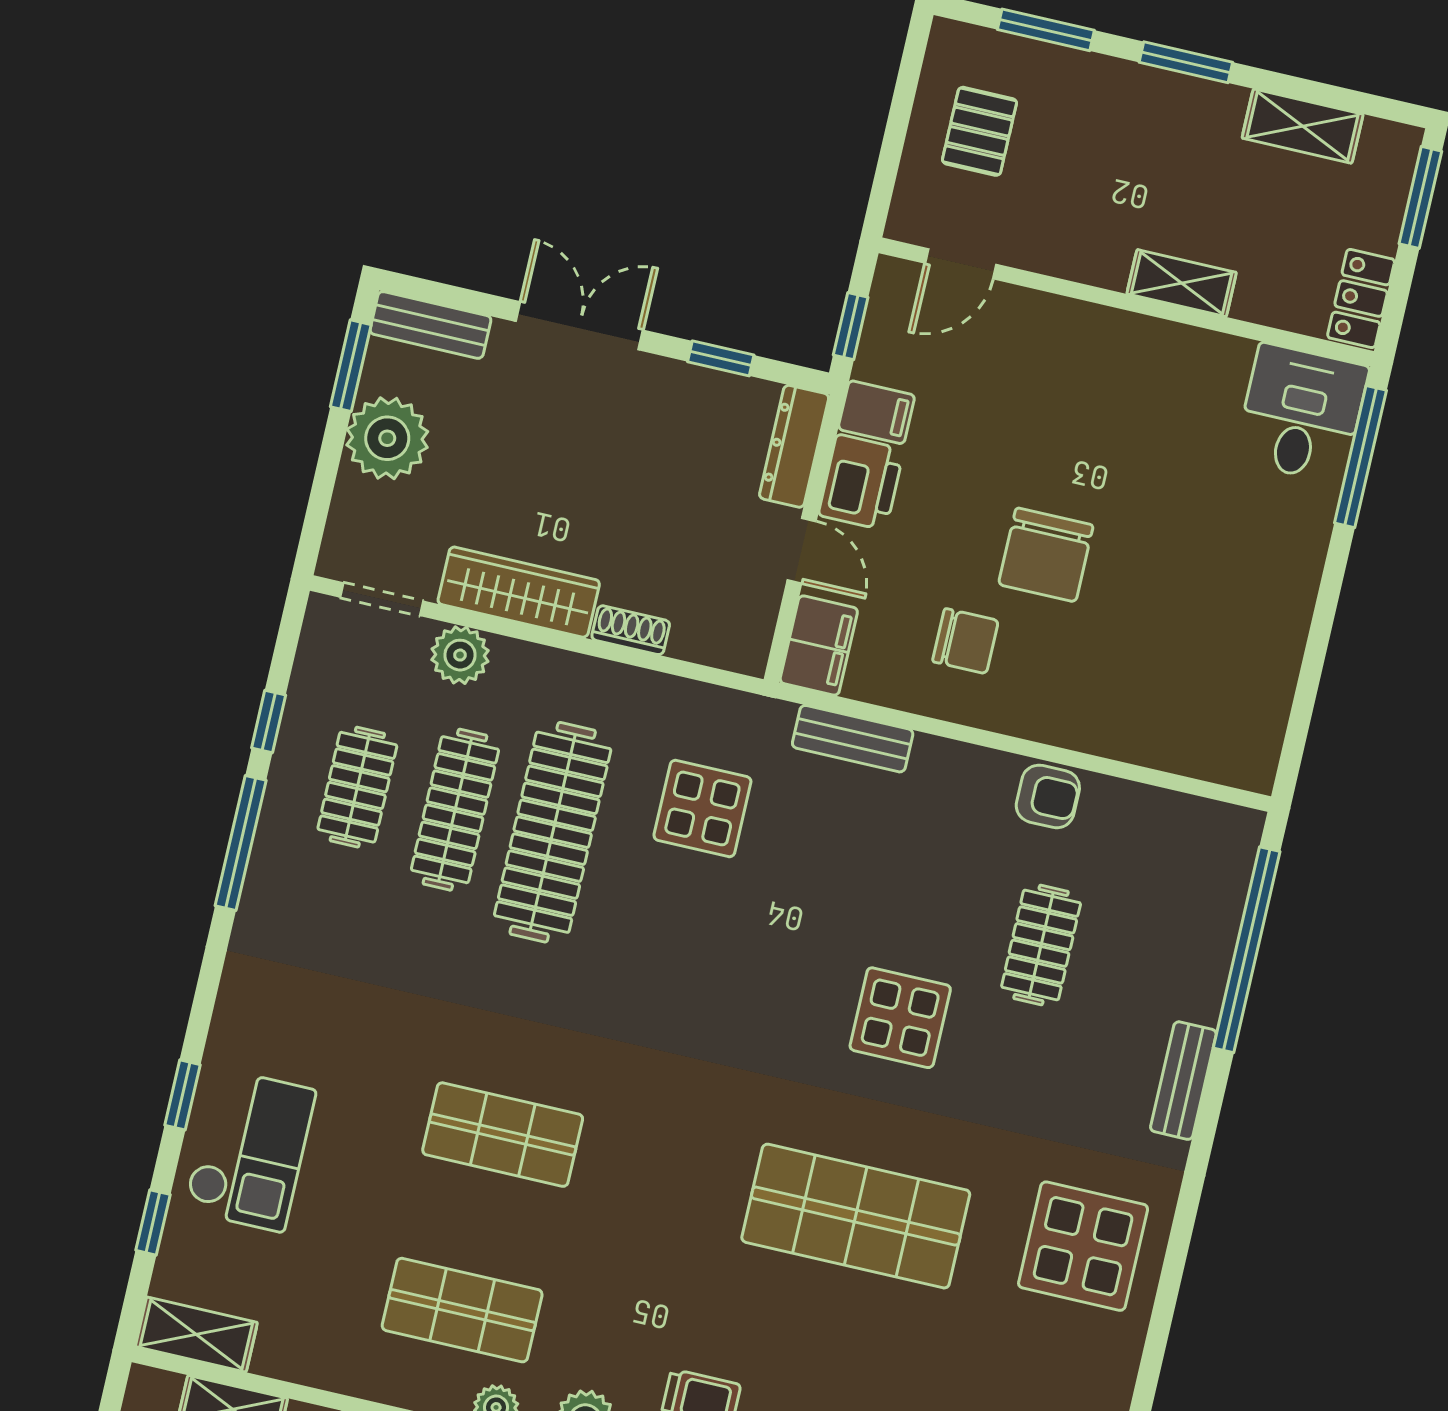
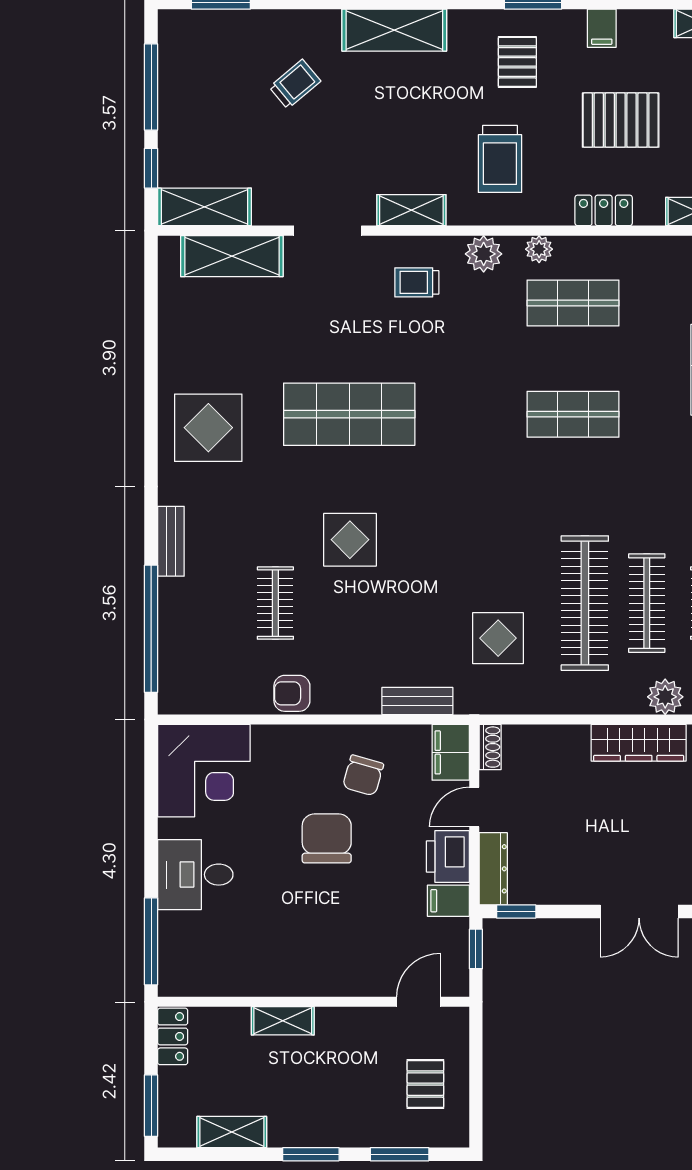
window: (721, 358) -> (516, 911), moved
desk: (1301, 413) -> (195, 875), moved, turned 90
door: (802, 551) -> (474, 807), hinge flipped
shoe rack: (631, 630) -> (490, 747), moved, turned -90
chair: (965, 641) -> (363, 775), turned -74
corner desk: (1215, 707) -> (204, 771), added

